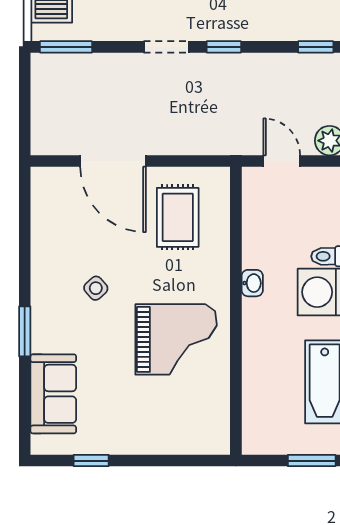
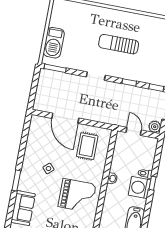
window: (224, 47) -> (129, 82), moved

